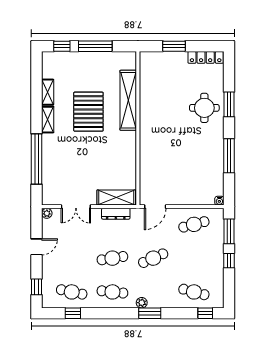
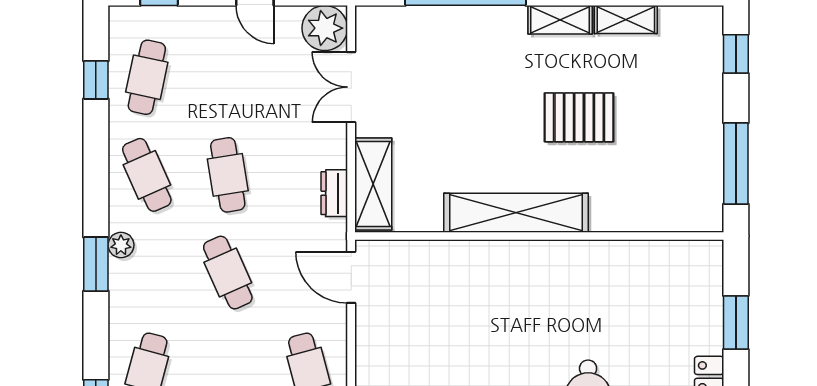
window: (95, 46) -> (736, 163), moved
shelving: (128, 100) -> (516, 213), moved
pallet: (88, 112) -> (579, 117), width x0.73, depth x0.71
plant: (47, 213) -> (325, 28), width x1.88, depth x1.88
dresser: (116, 214) -> (334, 193), width x0.70
cafe table: (112, 292) -> (147, 175), turned -30

